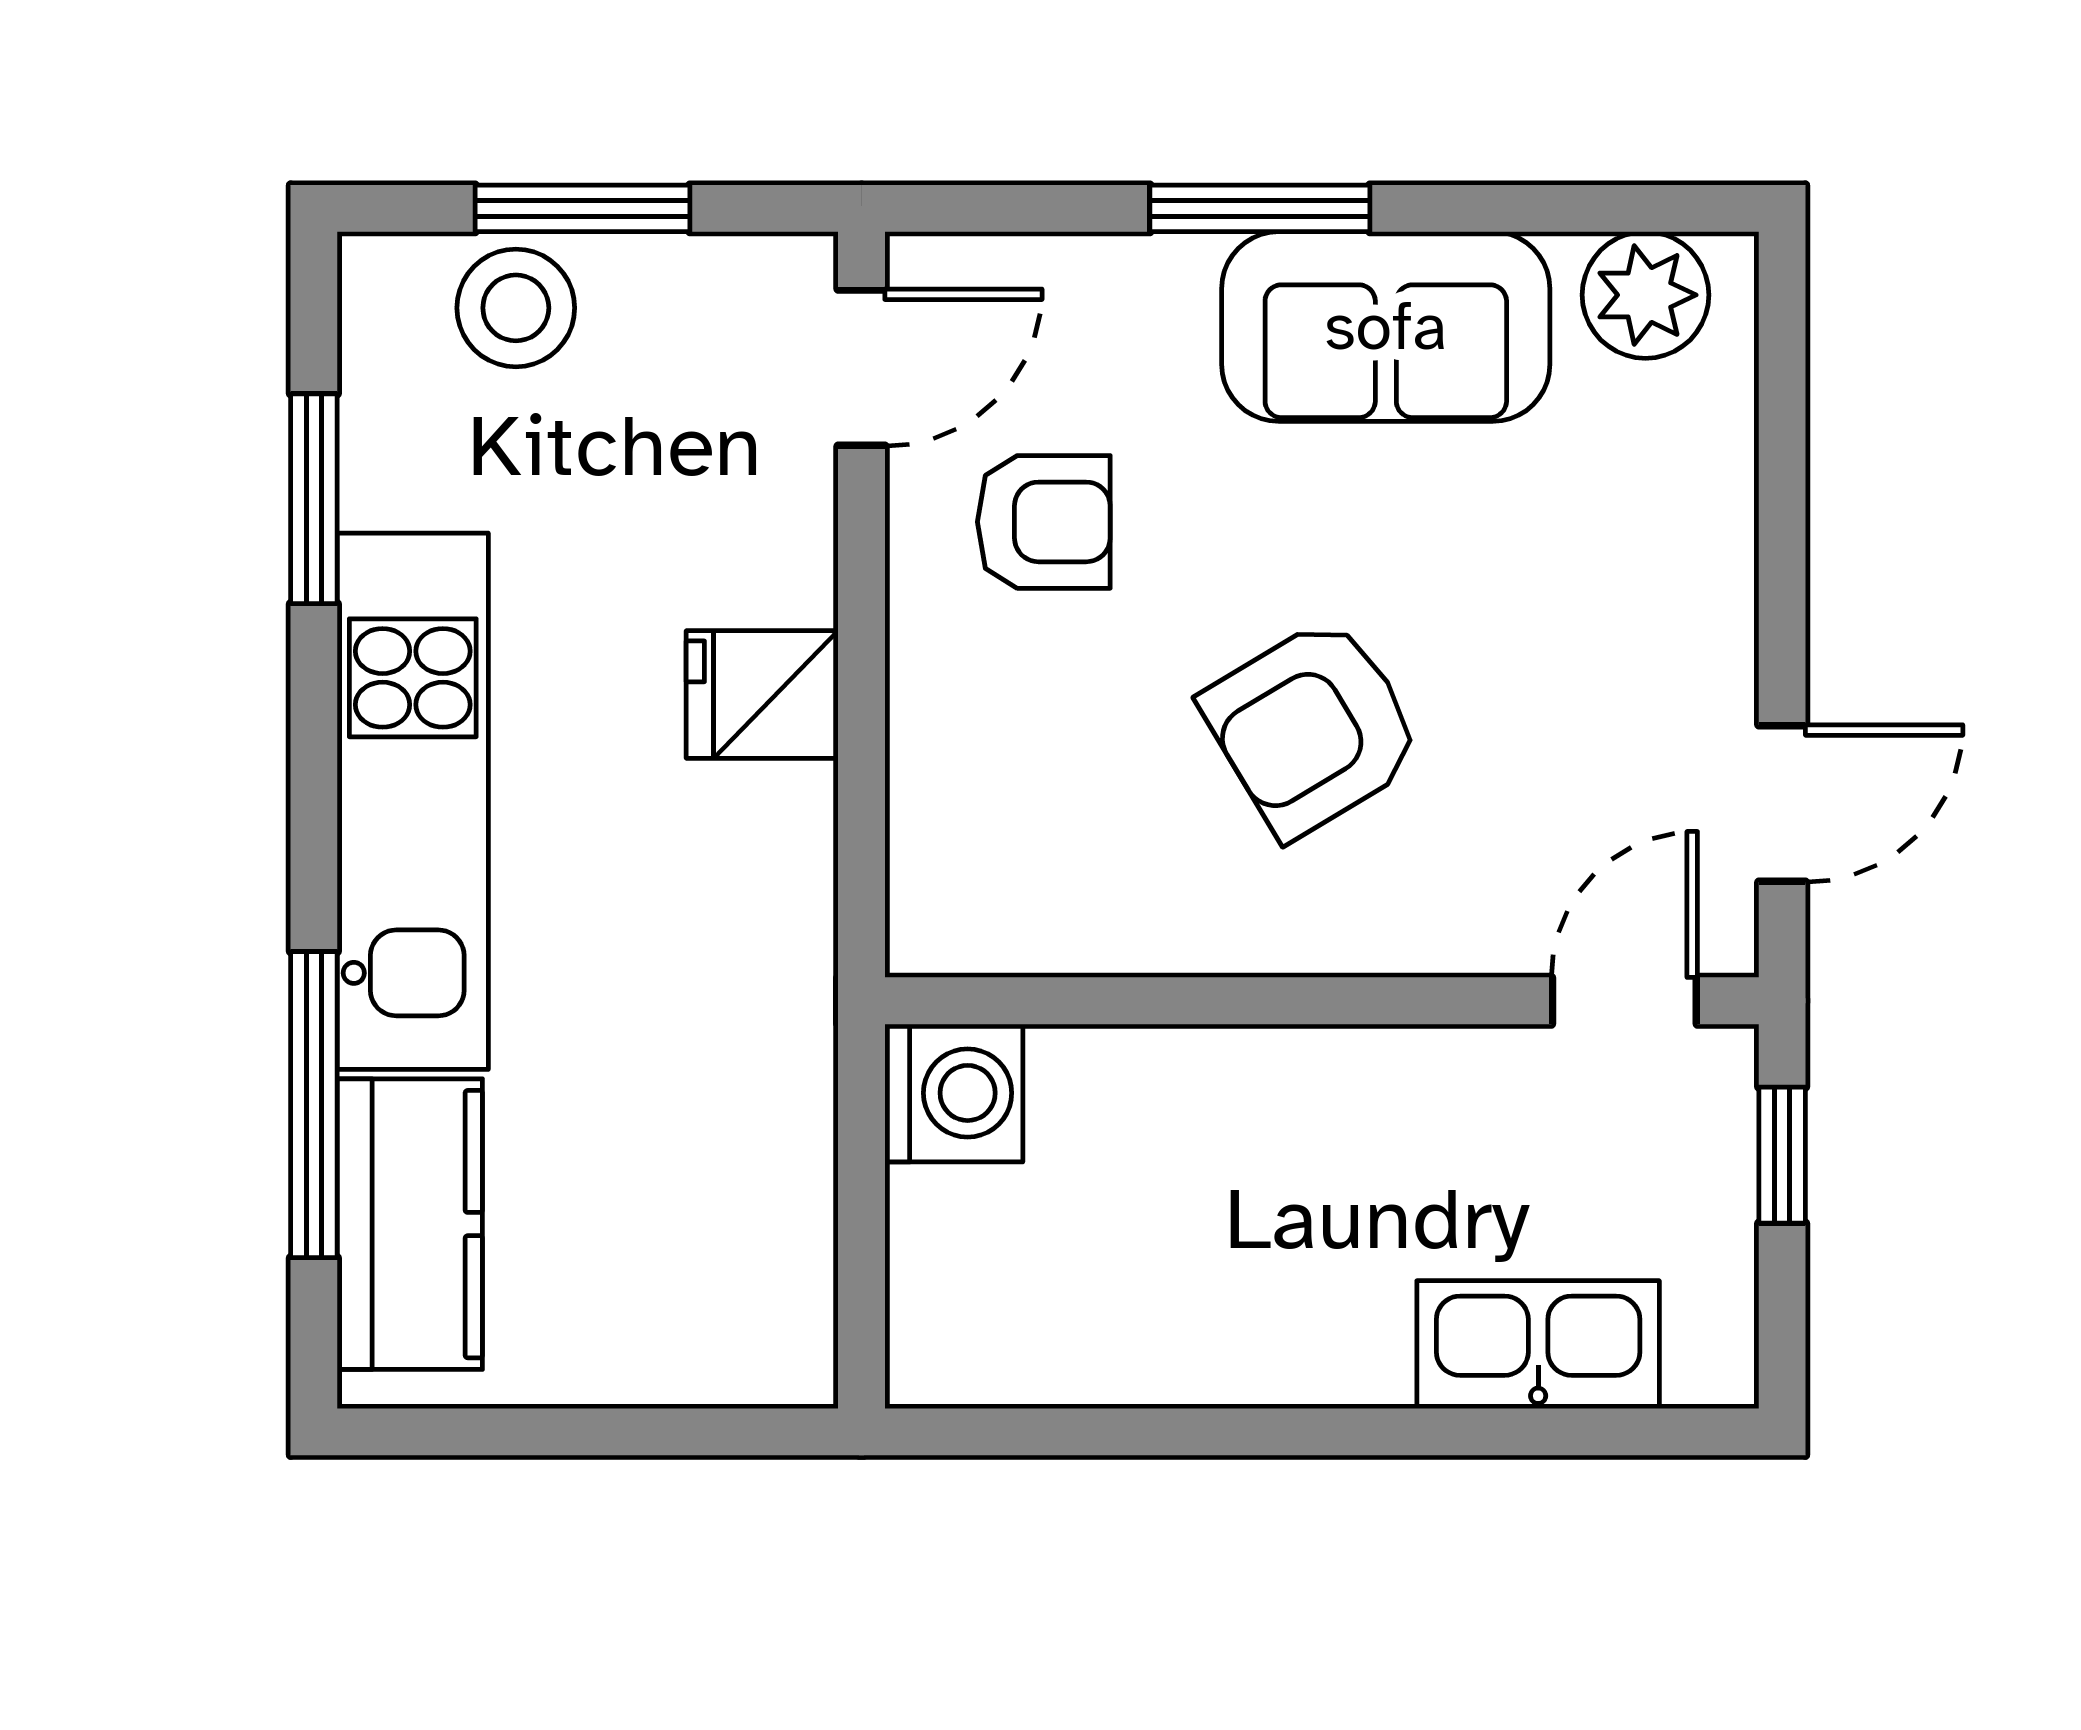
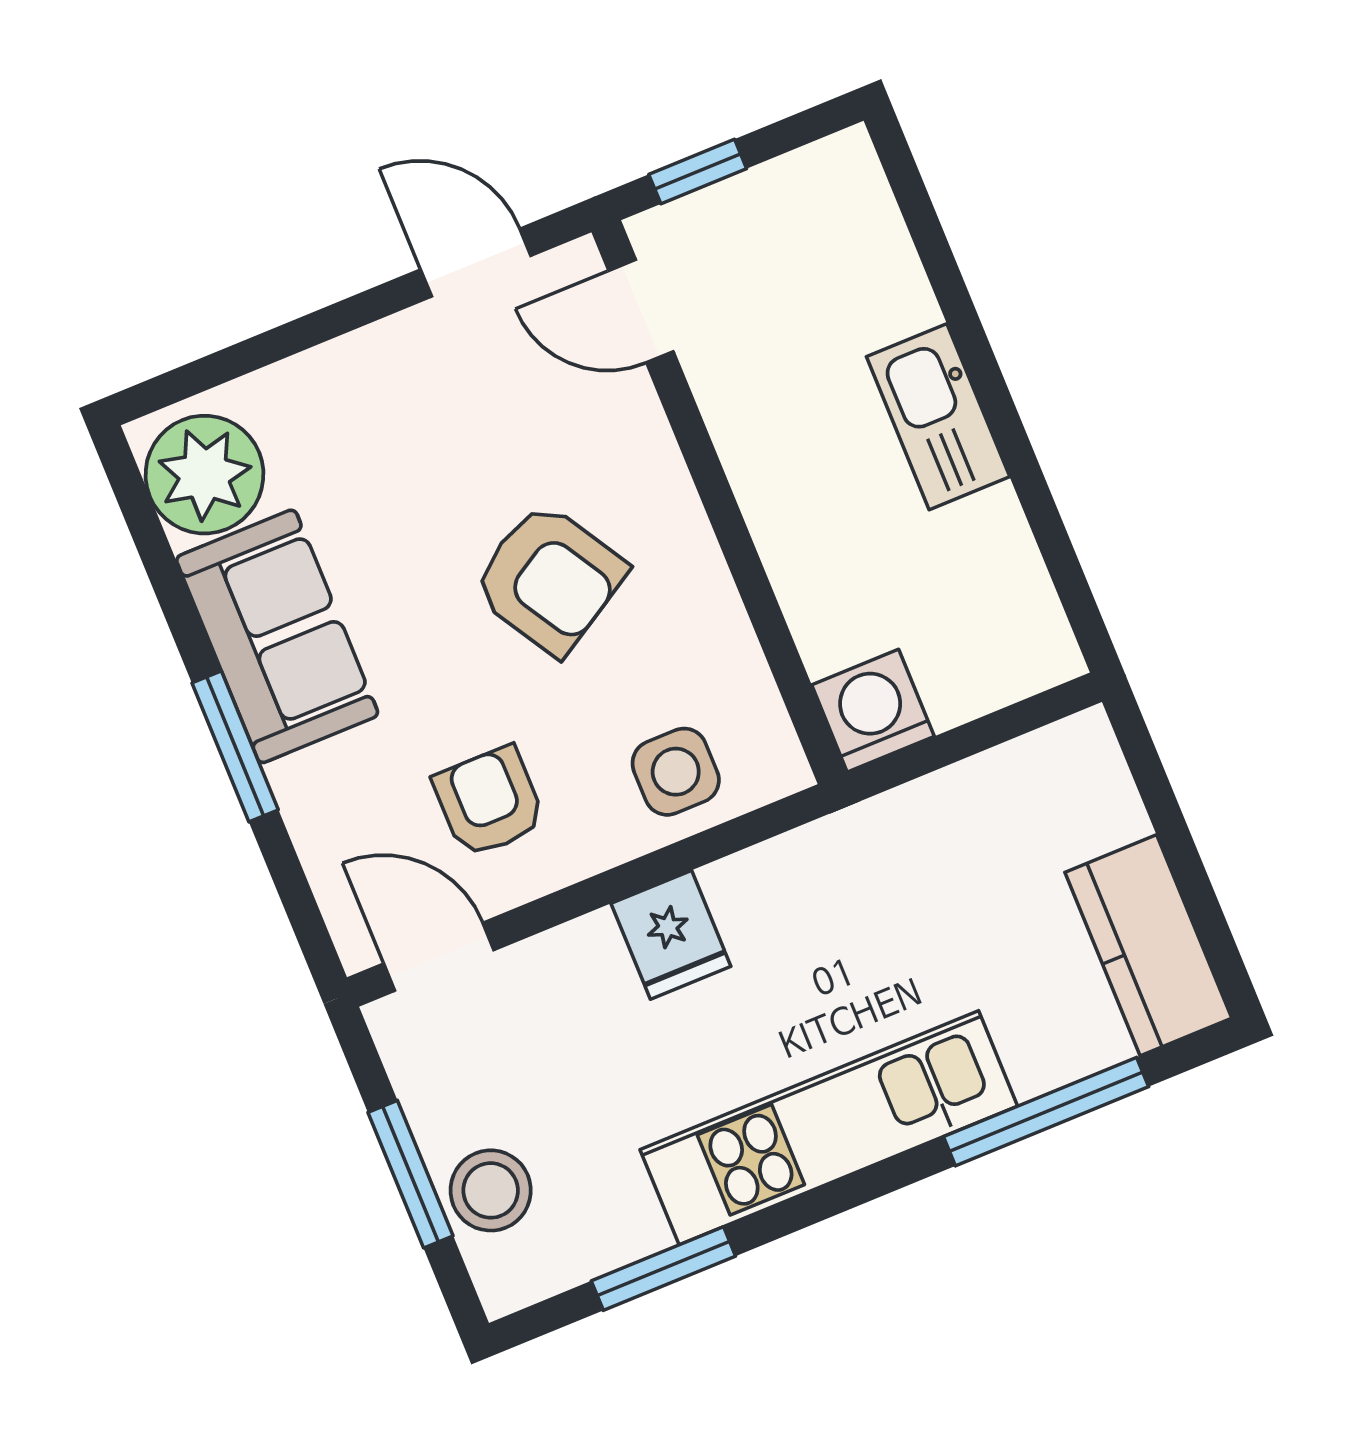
plant: (1645, 295) -> (204, 475), width x1.36, depth x1.36
side table: (981, 792) -> (676, 772), added
kitchen counter: (410, 1224) -> (1148, 945), moved, turned -90
kitchen sink: (1538, 1345) -> (938, 417), moved

